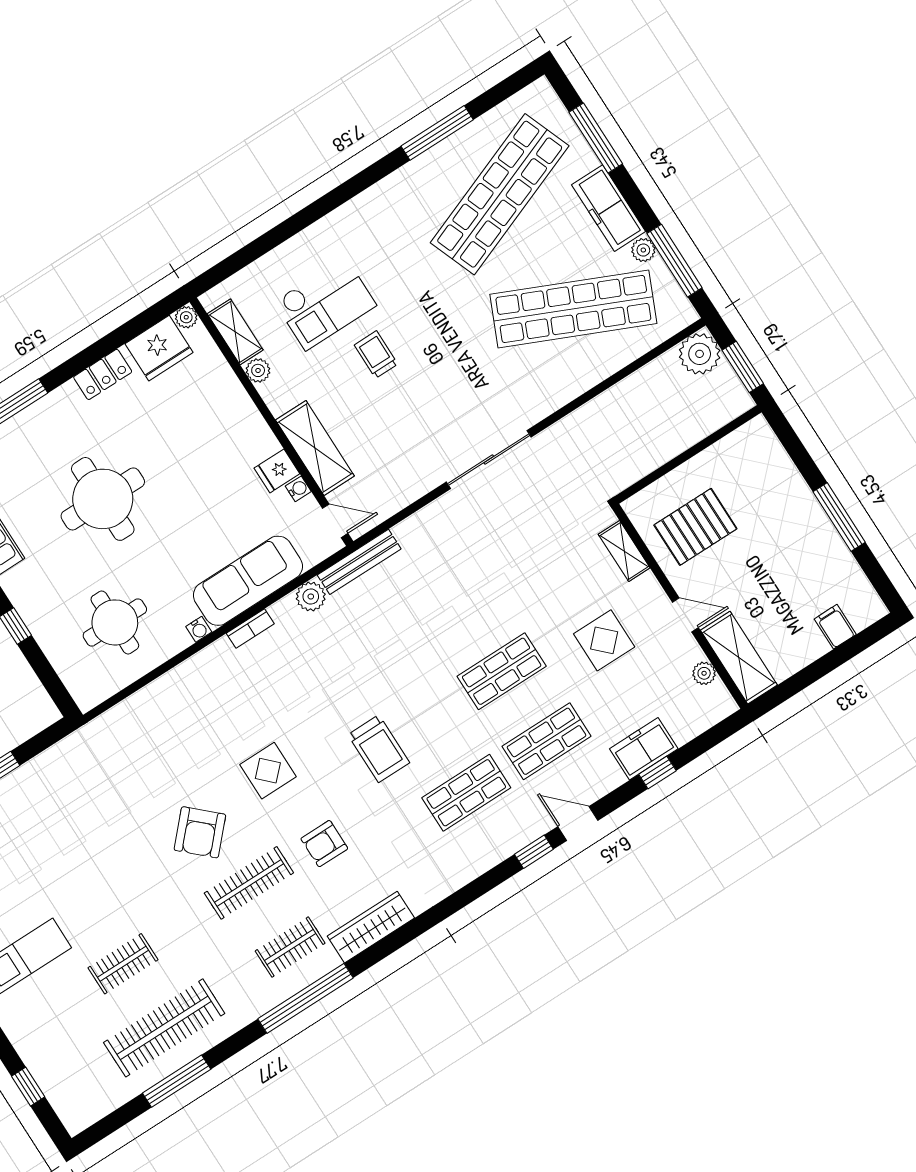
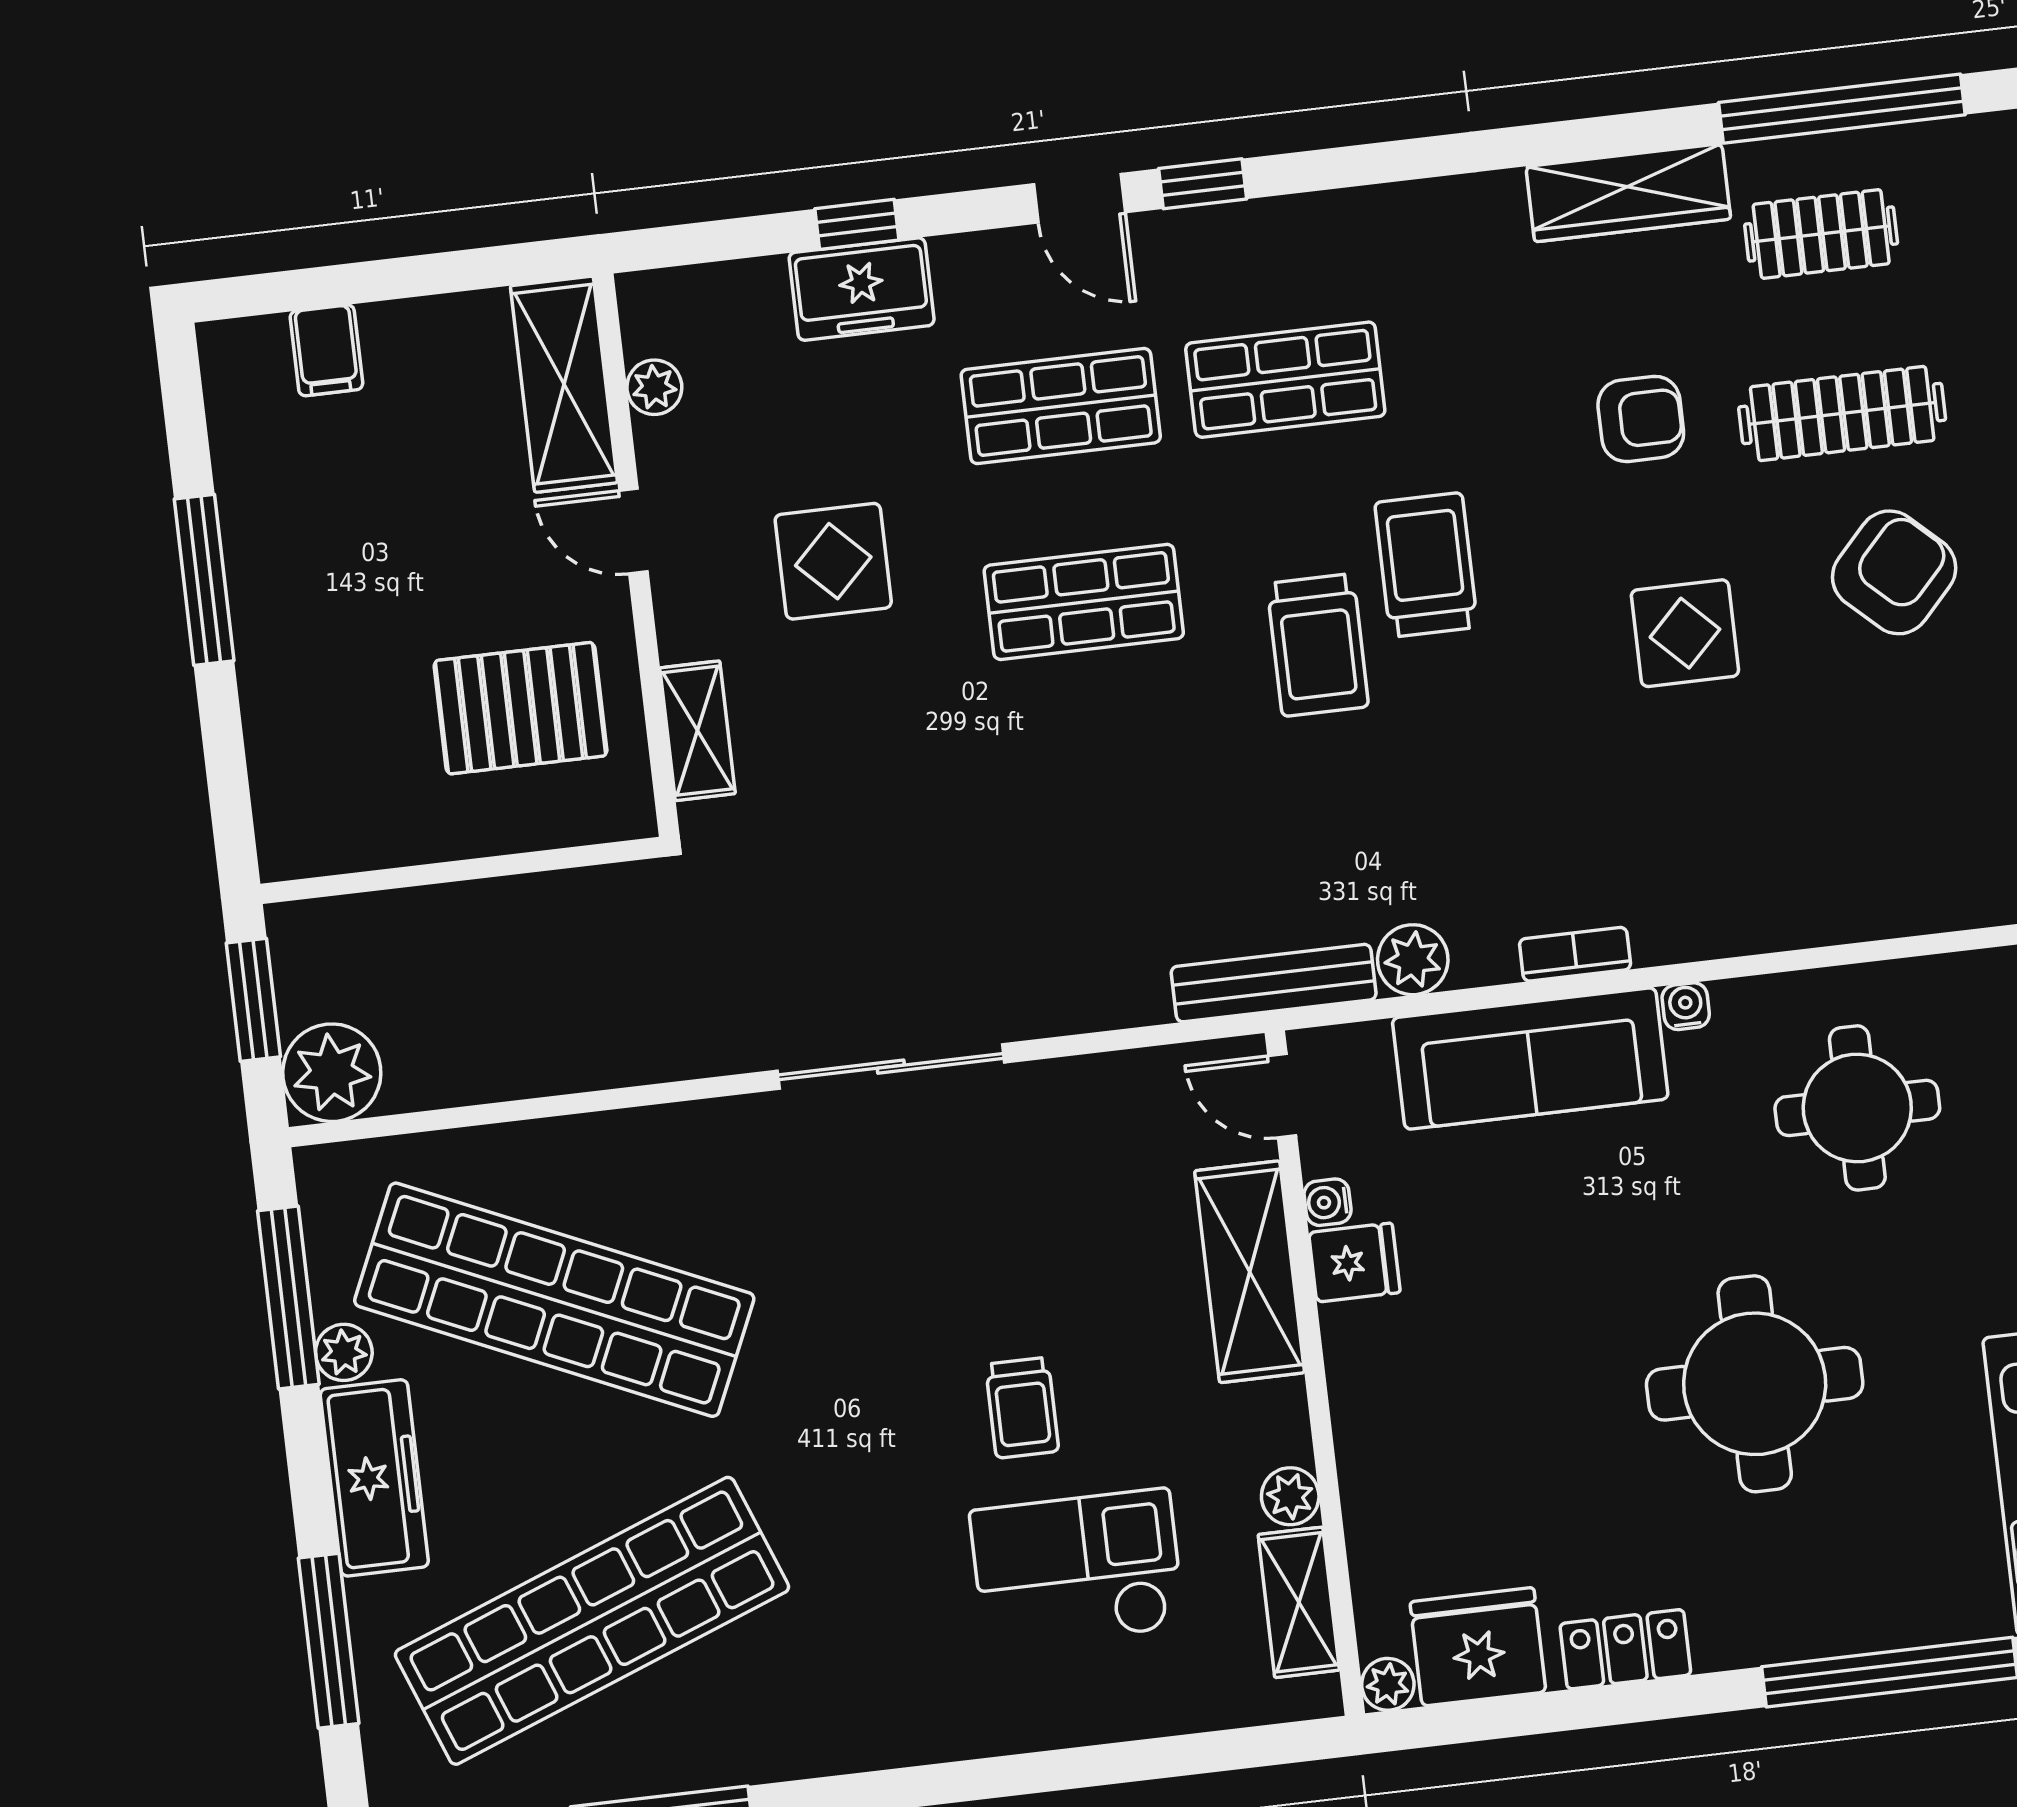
trolley: (405, 698) -> (1318, 645), added

